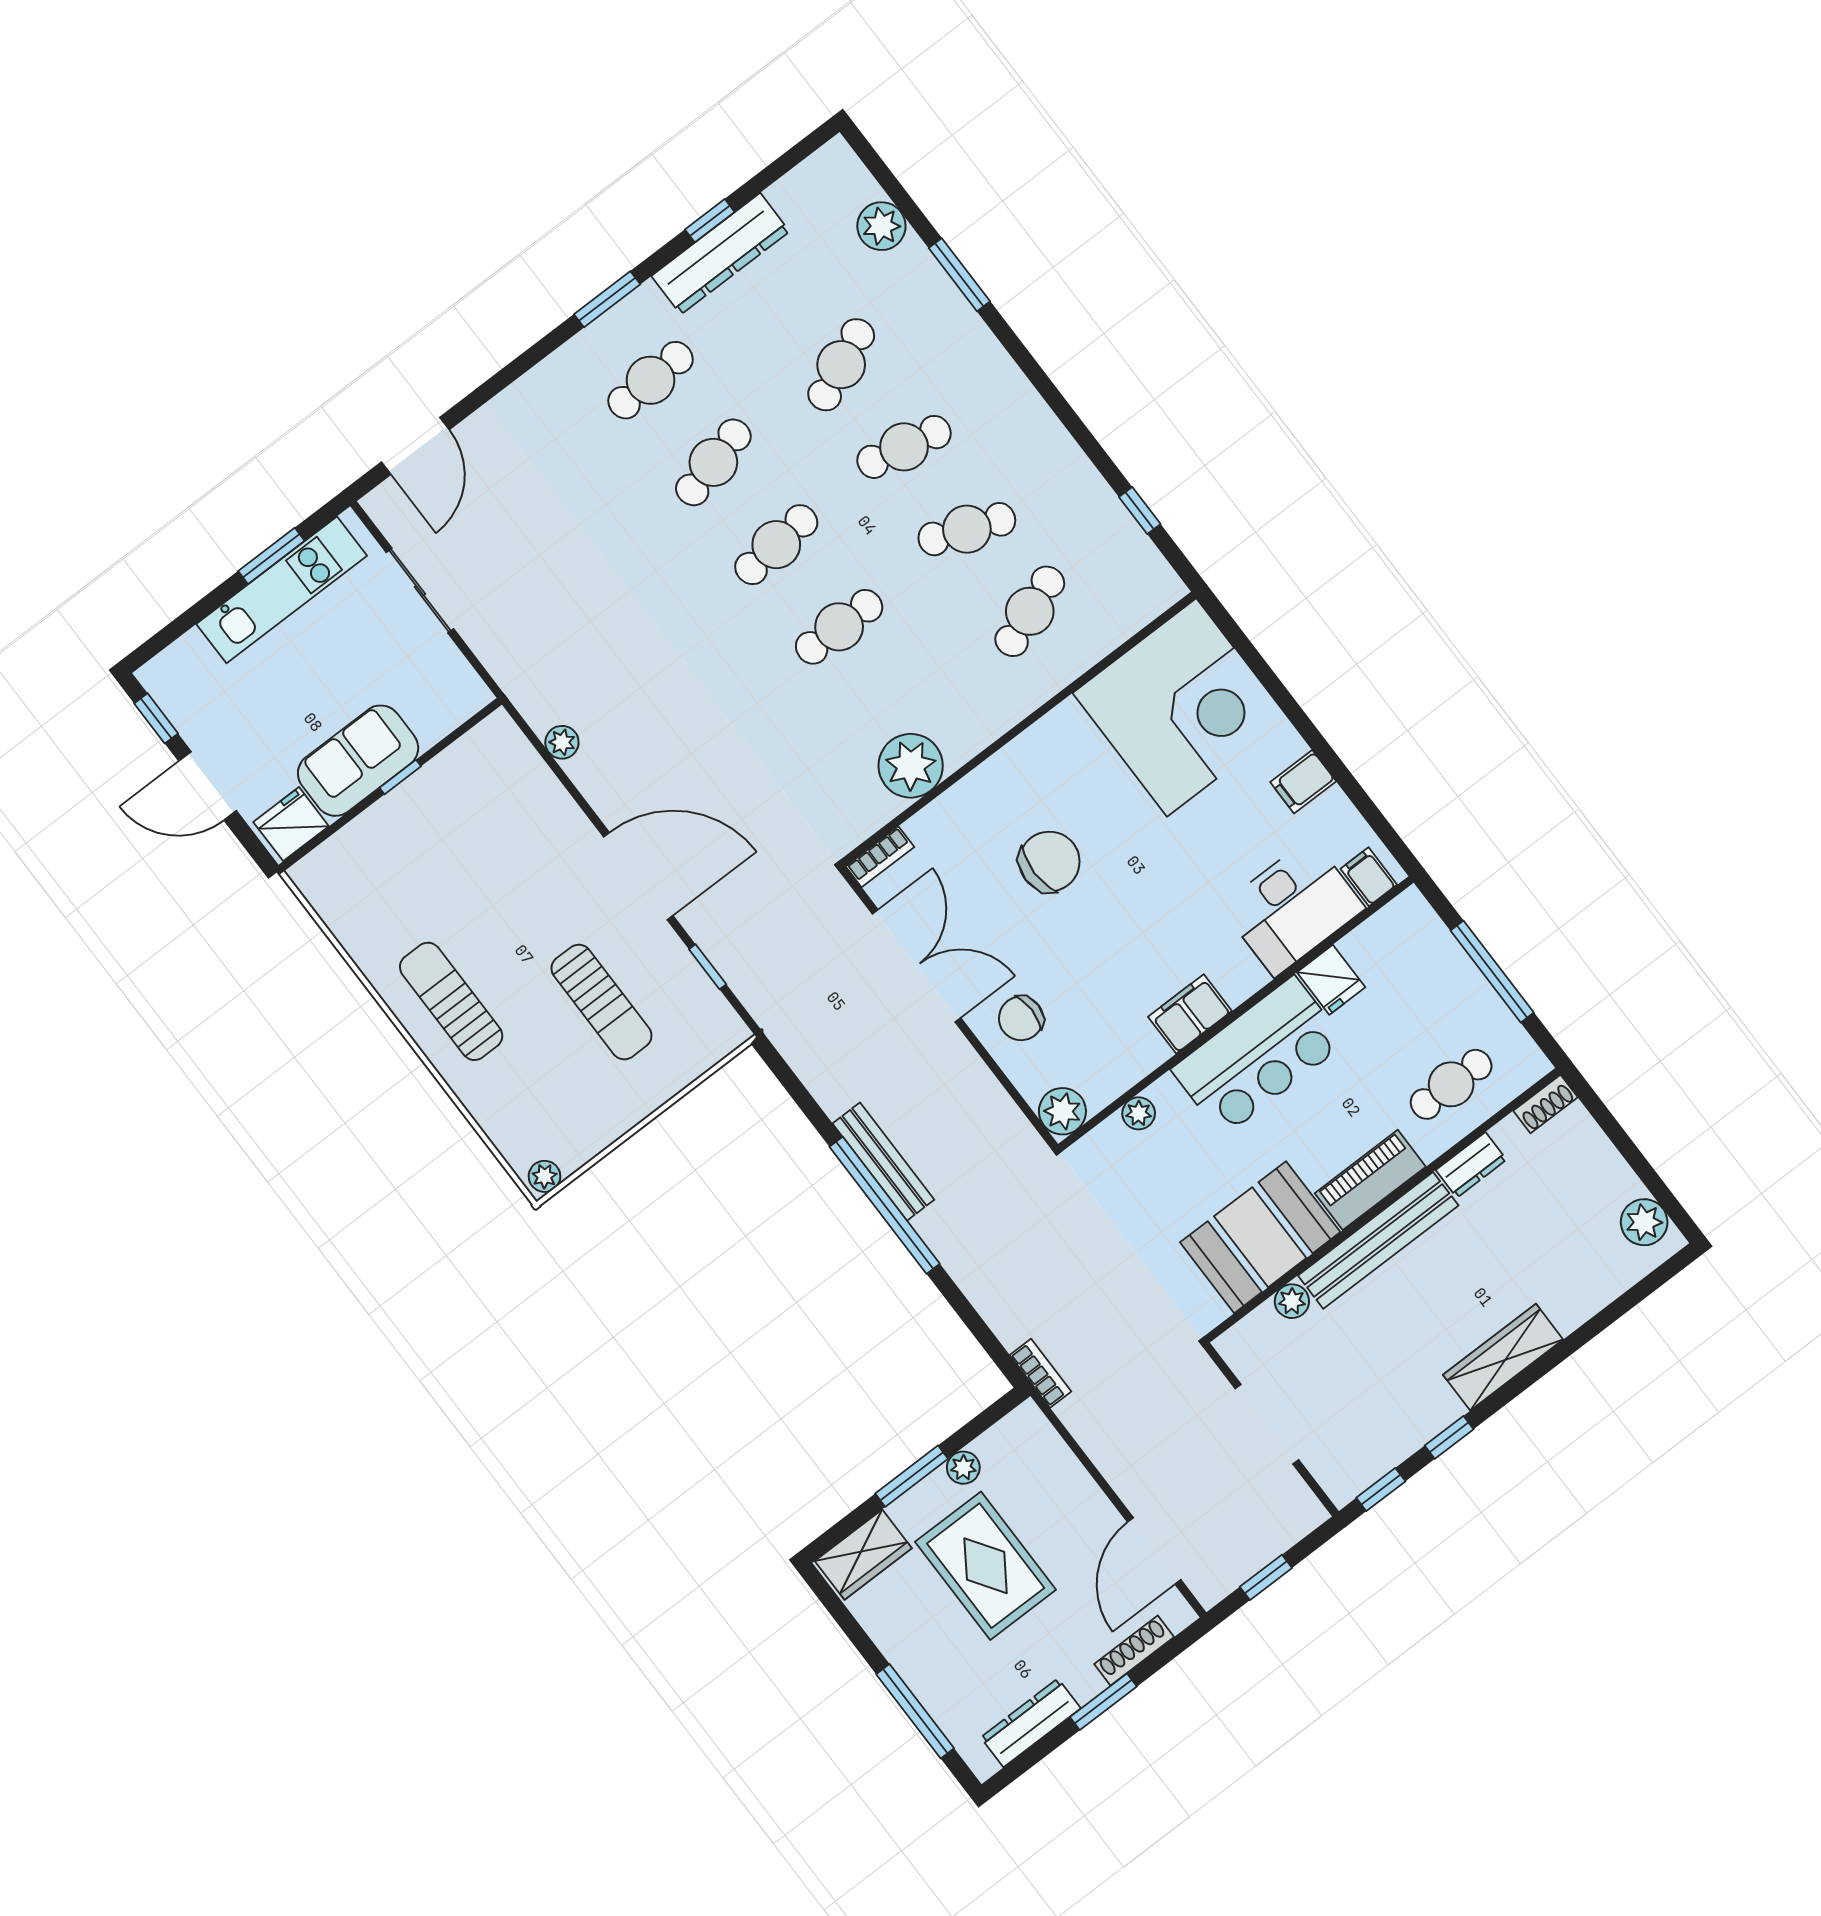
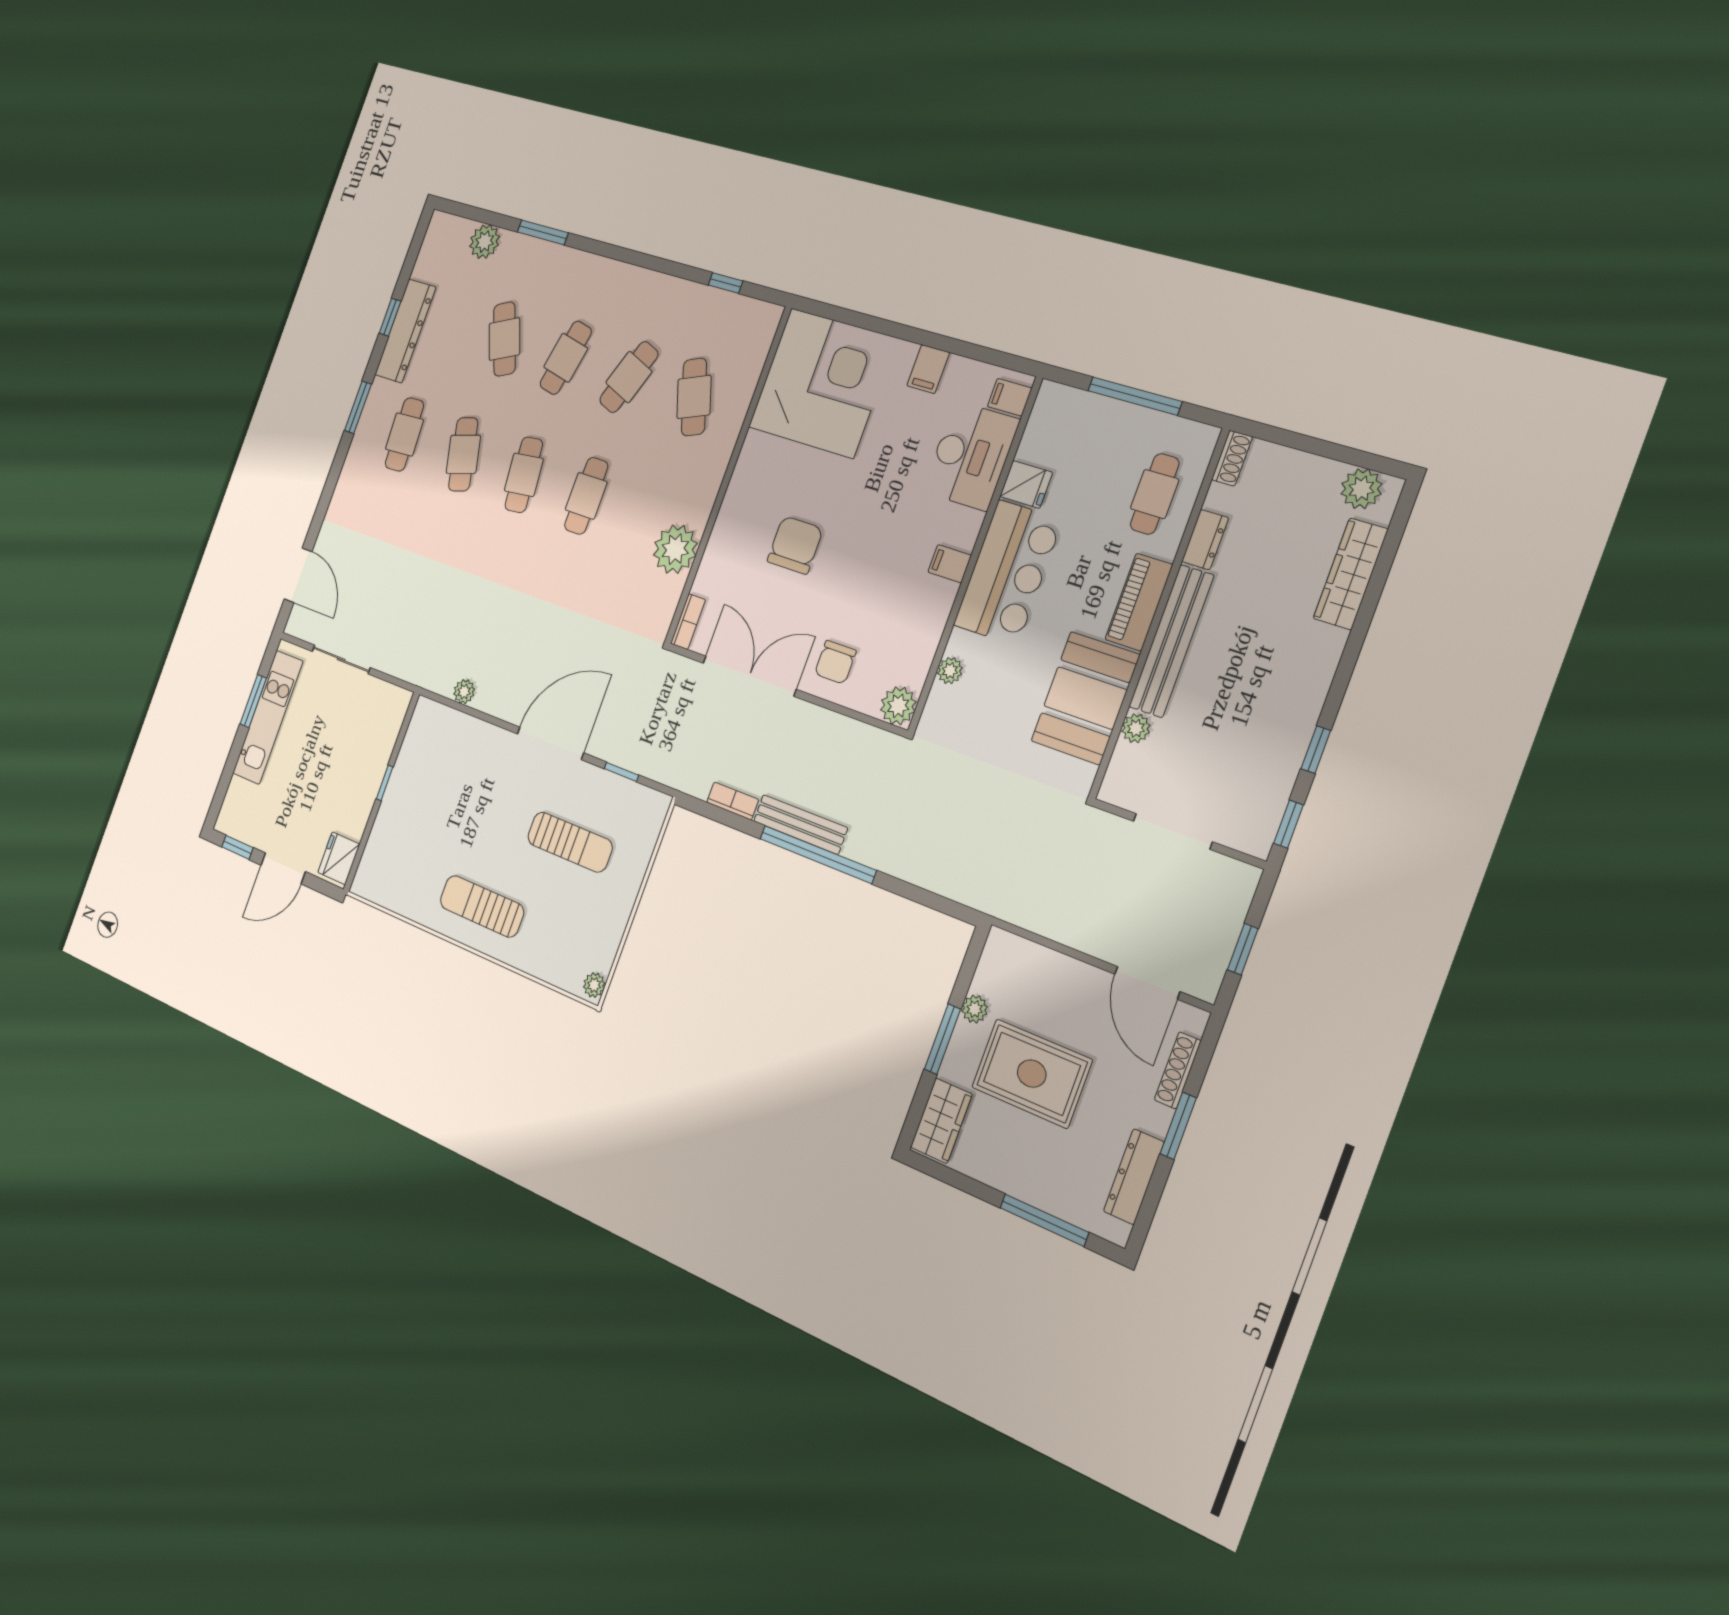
sofa: (358, 761) -> (357, 790), removed
filing cabinet: (1190, 1014) -> (950, 564), width x0.50
wardrobe: (1503, 1357) -> (1351, 574), moved
bookcase: (1040, 1373) -> (733, 801), moved

